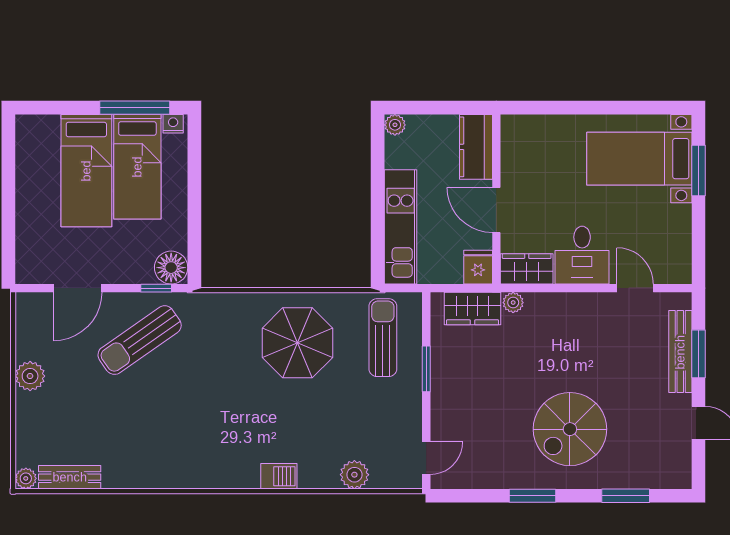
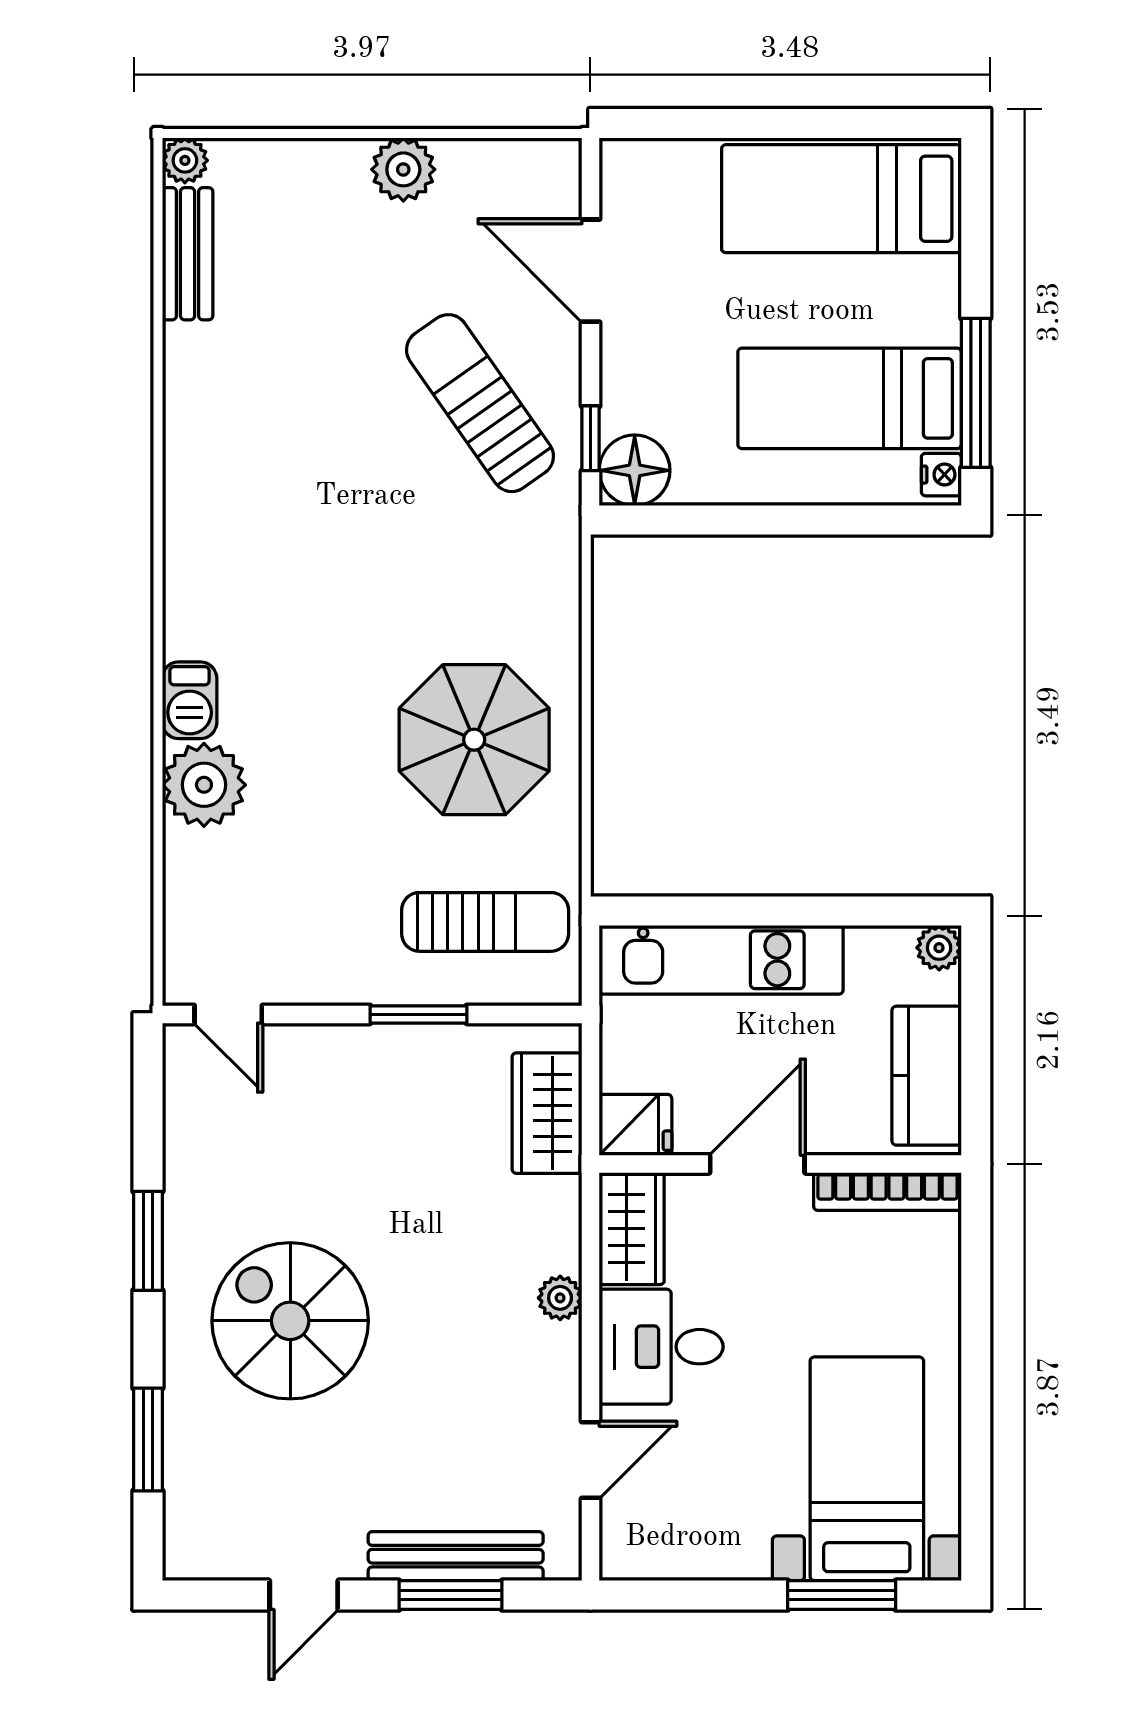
kitchen counter: (476, 147) -> (927, 1076), moved, turned -90
bookcase: (509, 149) -> (887, 1191), added
bed: (86, 171) -> (841, 199), moved
plant: (513, 303) -> (560, 1298), moved
plant: (354, 475) -> (204, 785), moved, width x1.36, depth x1.36

